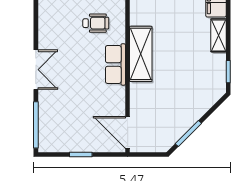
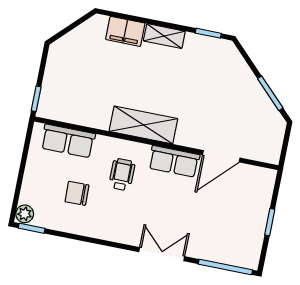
shelving: (141, 54) -> (143, 125), moved
door: (128, 132) -> (221, 156), moved

